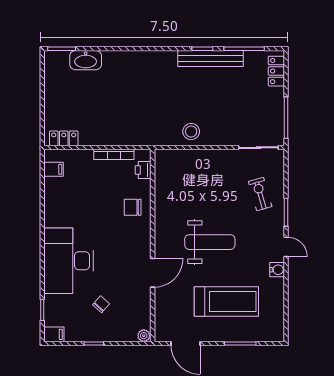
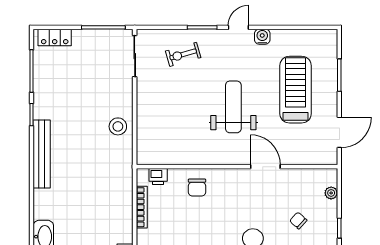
bench: (211, 59) -> (42, 154), moved
plant: (144, 336) -> (331, 193), moved

